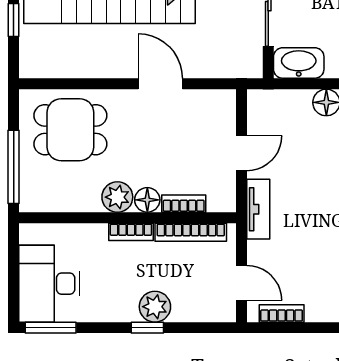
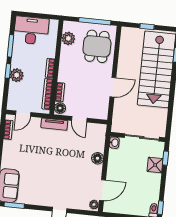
washbasin: (299, 63) -> (114, 143), width x0.52, depth x0.69
window: (14, 167) -> (95, 21), moved
plant: (117, 197) -> (68, 38), moved
floor lamp: (147, 200) -> (60, 108), moved
window: (51, 328) -> (10, 46), moved

